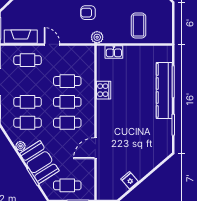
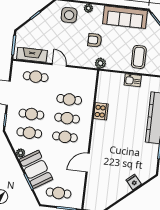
kitchen sink: (114, 52) -> (133, 80), moved
fridge: (129, 180) -> (134, 182), moved

